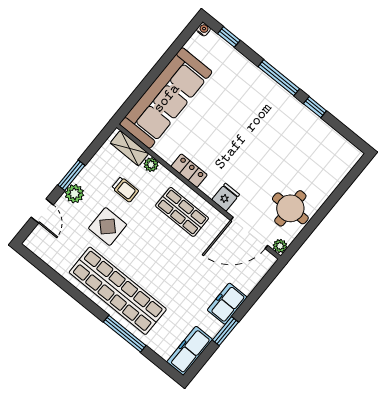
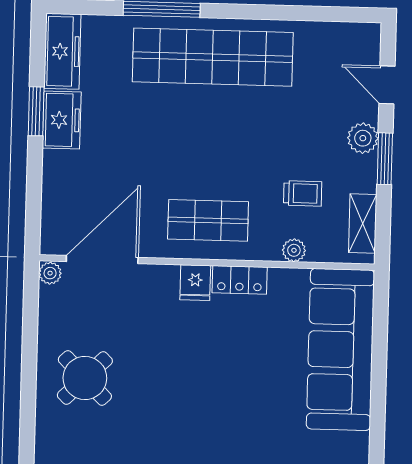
shelving: (129, 148) -> (363, 224), moved, turned 90
trolley: (125, 189) -> (303, 193), turned 180
fridge: (226, 197) -> (195, 283), moved
round table: (290, 208) -> (85, 378), moved, turned 45
display table: (108, 227) -> (289, 129), removed
freezer: (227, 304) -> (62, 120), moved

